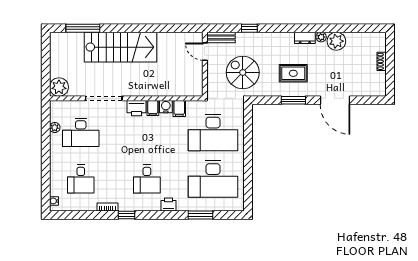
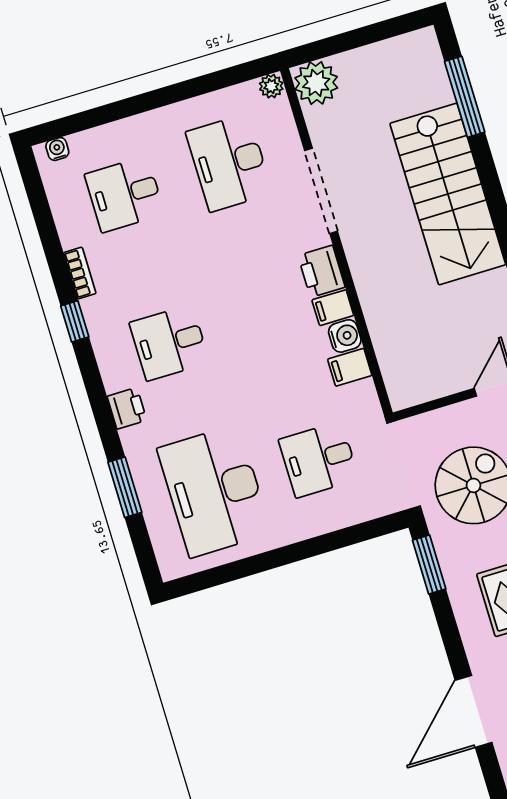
window: (293, 100) -> (429, 564), moved
plant: (55, 128) -> (271, 86), moved
desk: (213, 132) -> (319, 459), width x0.53, depth x0.77

